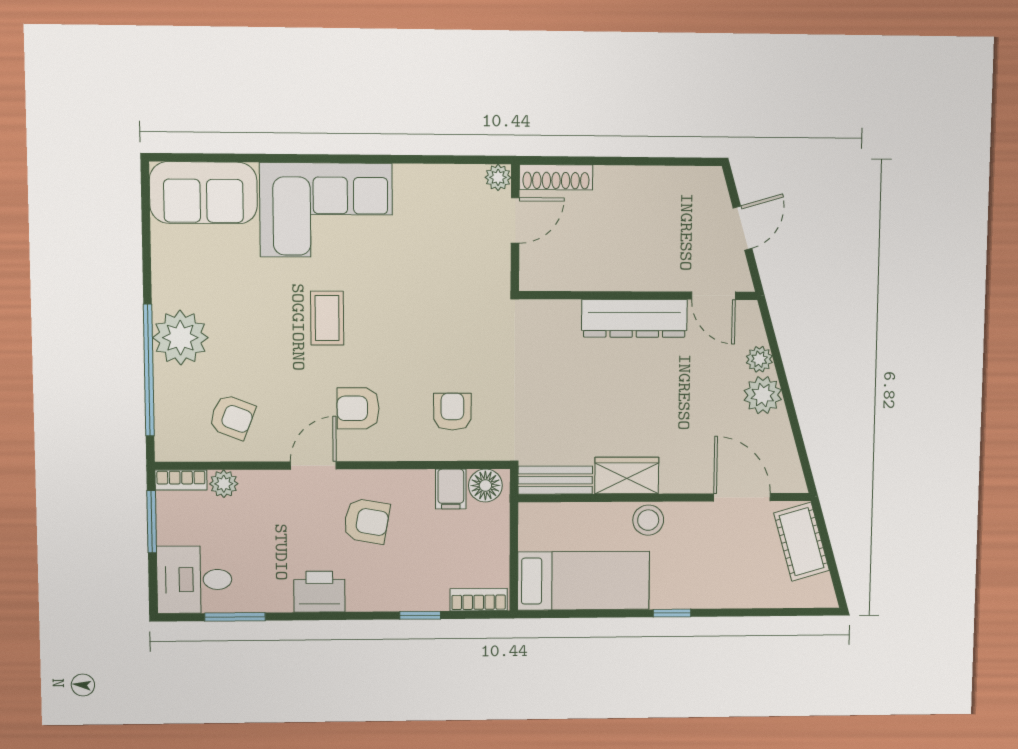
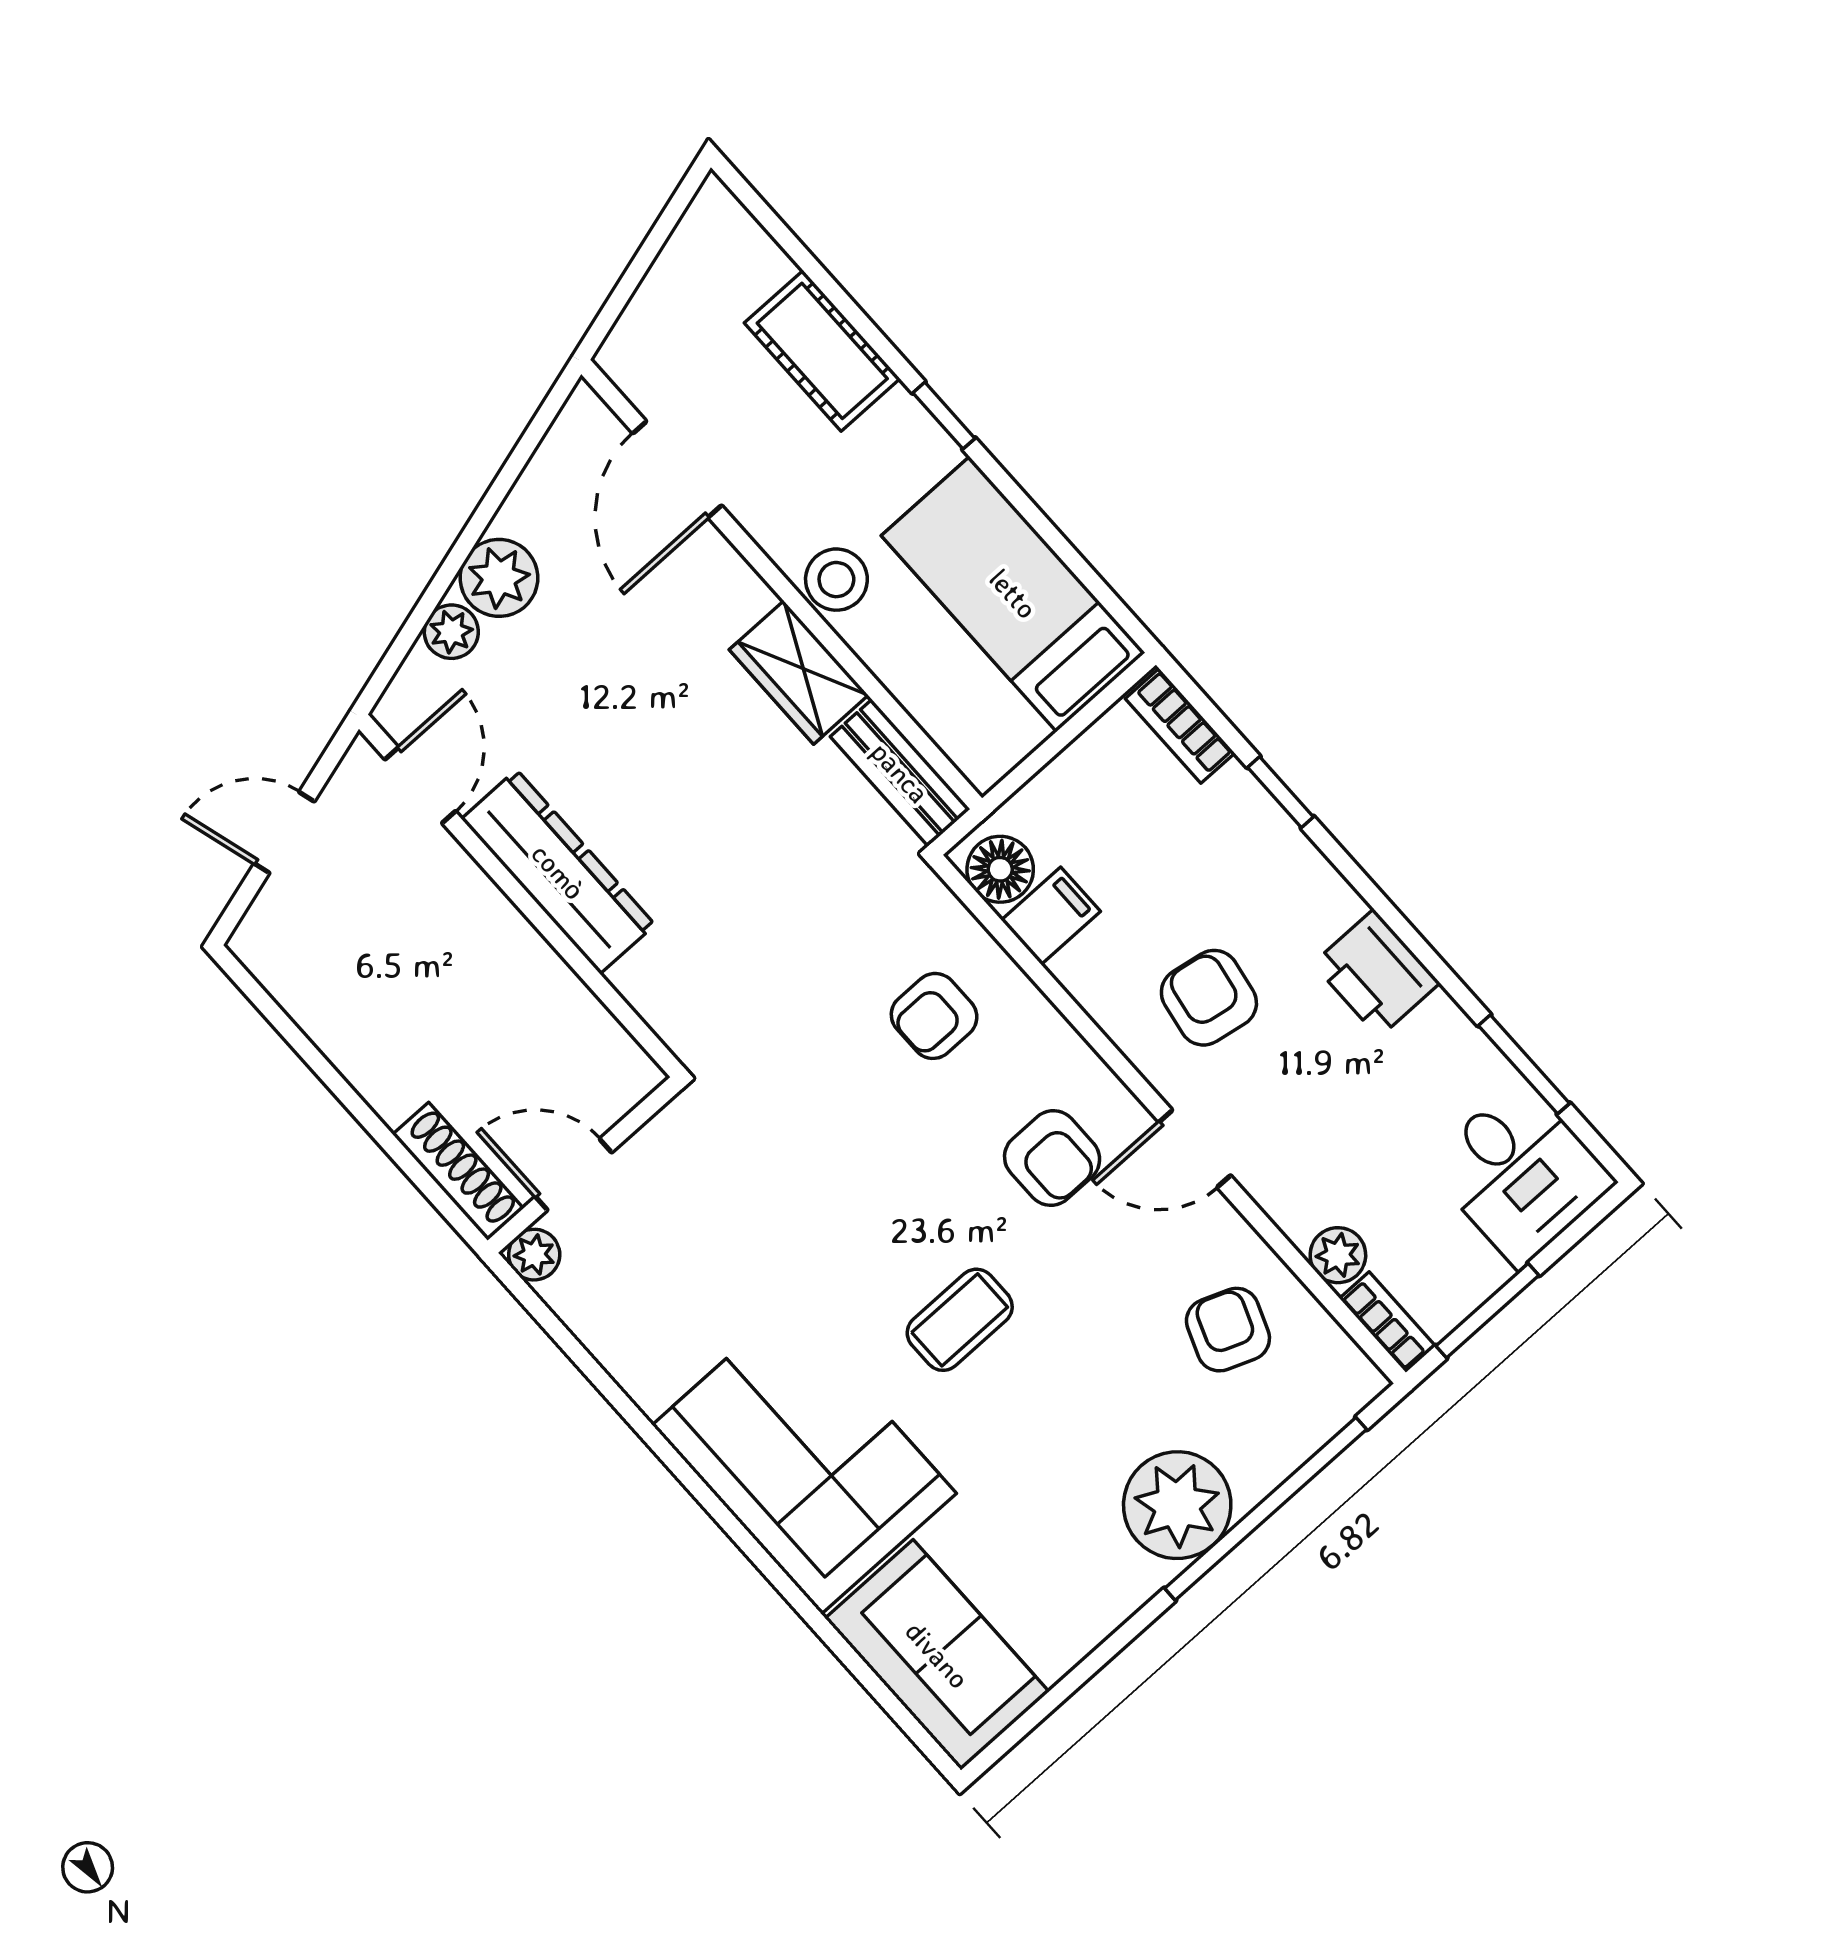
cot: (802, 542) -> (822, 351), moved, turned -74

